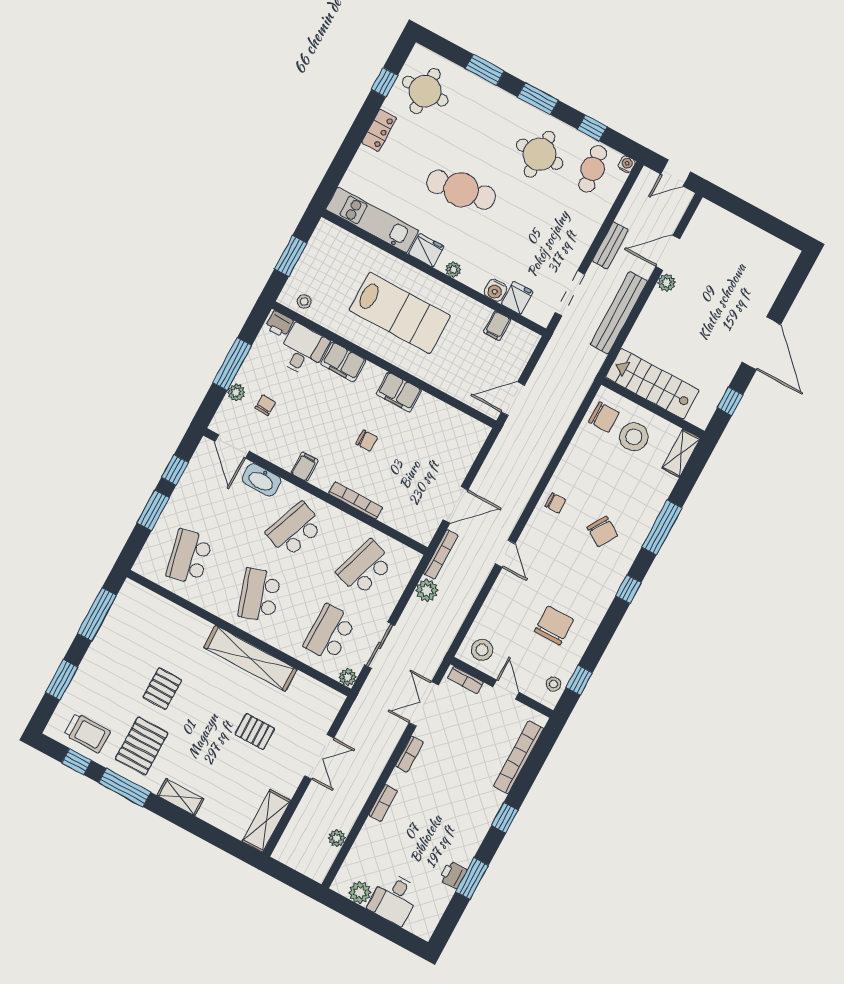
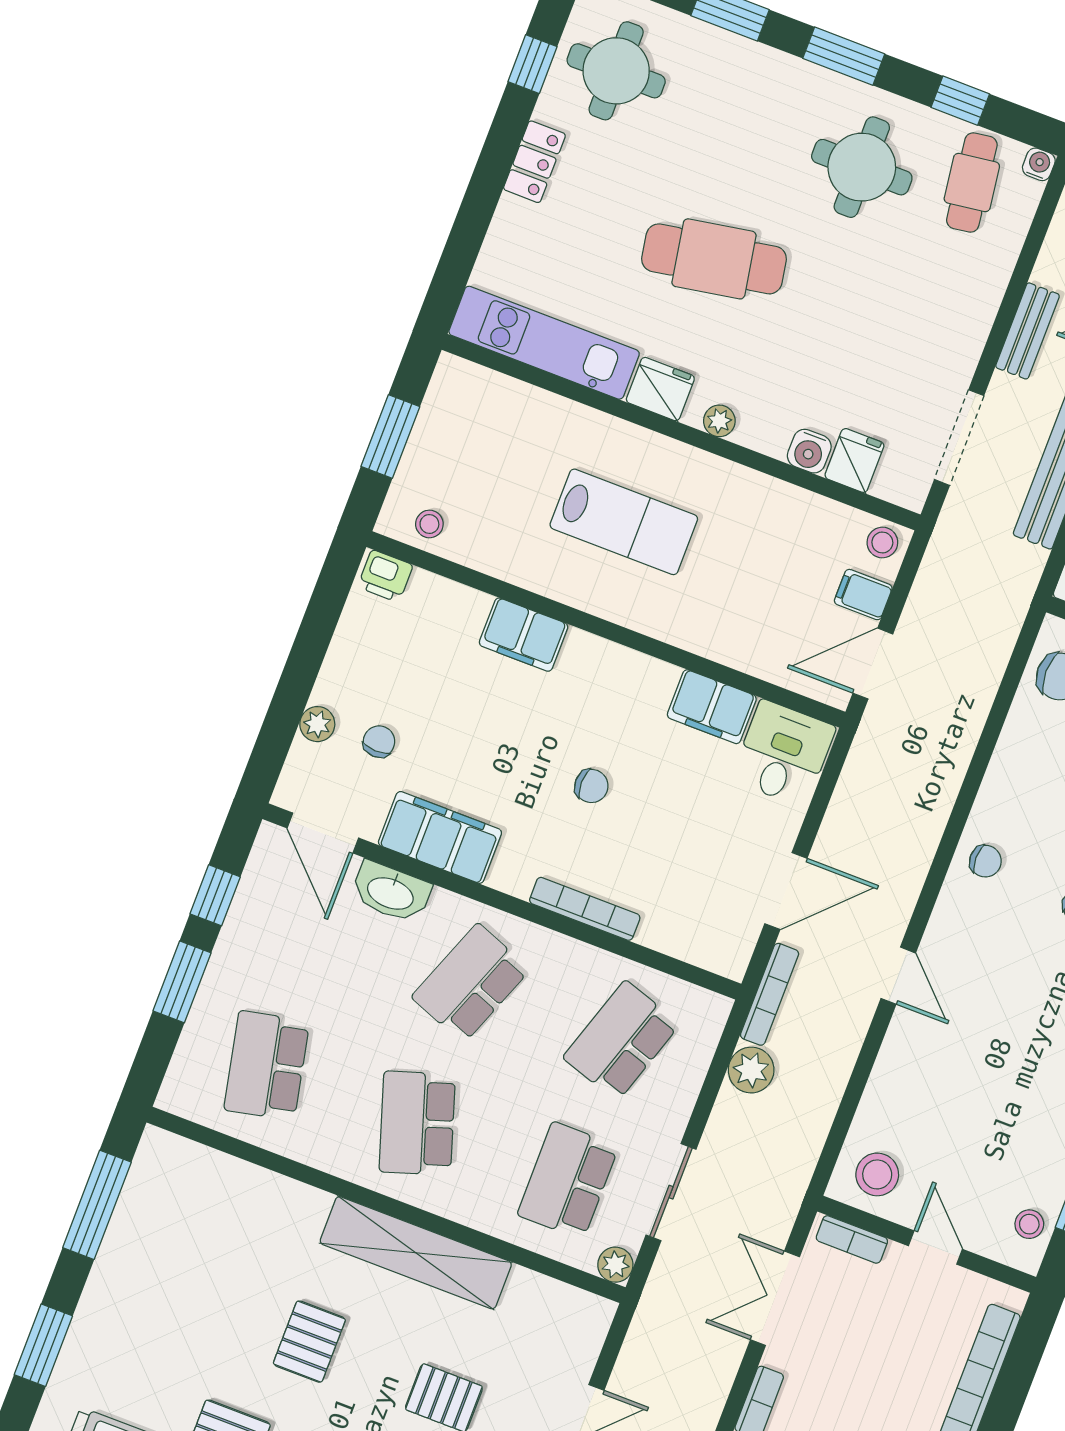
lab bench: (400, 313) -> (624, 522), width x0.73, depth x0.72
filing cabinet: (497, 326) -> (863, 595), moved, turned 90
stool: (525, 340) -> (882, 542), added
desk: (303, 350) -> (783, 753), moved
window: (232, 364) -> (302, 668), removed
filing cabinet: (399, 392) -> (712, 707), moved
filing cabinet: (304, 467) -> (440, 837), width x3.00, depth x1.17
chair: (554, 626) -> (1015, 1107), removed
pallet: (162, 689) -> (309, 1342), moved

